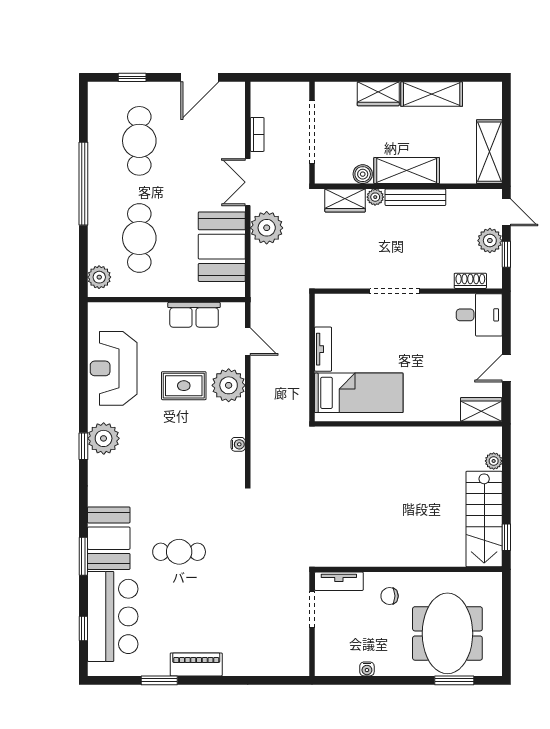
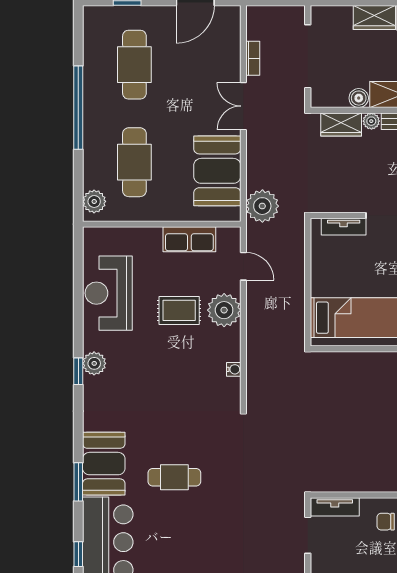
plant: (267, 228) -> (262, 206), moved
tv unit: (323, 349) -> (344, 227), moved, turned 90
plant: (104, 438) -> (94, 363), width x0.73, depth x0.73

